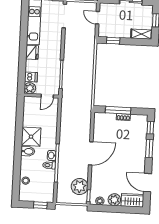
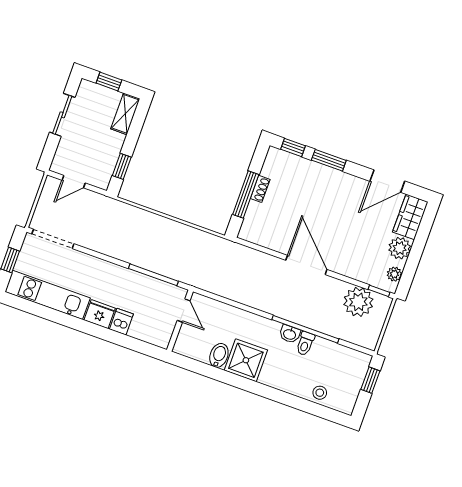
dishwasher: (31, 77) -> (121, 322), moved
plant: (30, 88) -> (161, 337), removed
bidet: (28, 151) -> (219, 355), moved

